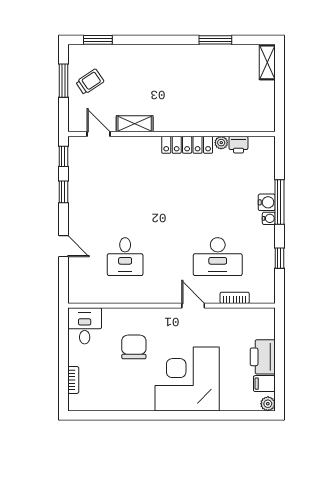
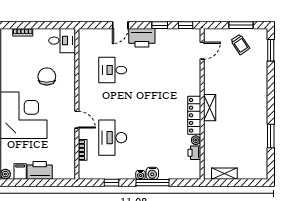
shelving: (267, 62) -> (224, 174), moved
shelving: (135, 124) -> (210, 108), moved
printer: (81, 217) -> (142, 38), added
door: (193, 306) -> (77, 120), hinge flipped
chair: (134, 347) -> (47, 76), turned -90

